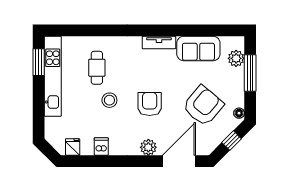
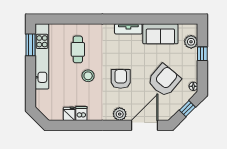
window: (250, 73) -> (202, 54), width x0.46
fridge: (73, 147) -> (69, 114), moved

